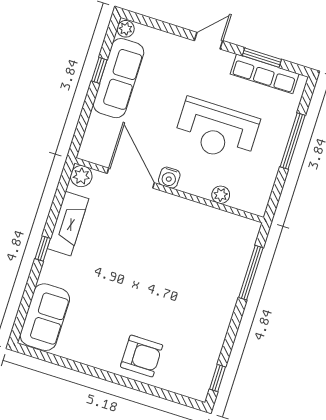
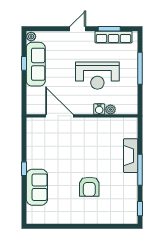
plant: (81, 176) -> (32, 123), removed
water cooler: (169, 178) -> (99, 109), moved
fireplace: (68, 224) -> (131, 156), moved, turned 180
window: (251, 273) -> (140, 170), moved
sofa: (45, 317) -> (37, 187), moved
armchair: (142, 356) -> (89, 187), moved, turned 90

